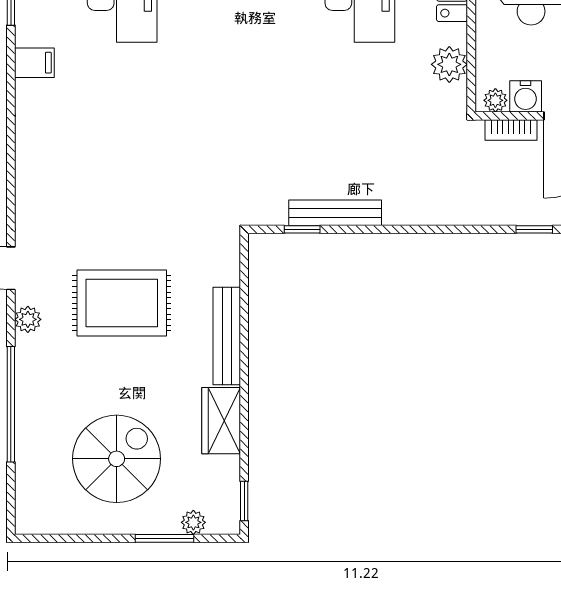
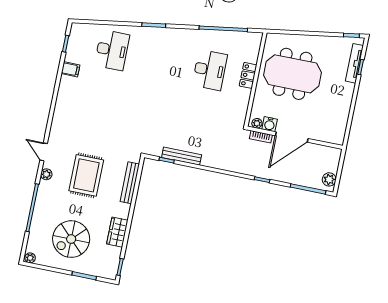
plant: (449, 64) -> (241, 105), removed
rug: (122, 303) -> (86, 175), turned 90
bench: (227, 336) -> (130, 183), moved
spiral stairs: (117, 459) -> (71, 239), turned 180
plant: (193, 522) -> (30, 258), moved

